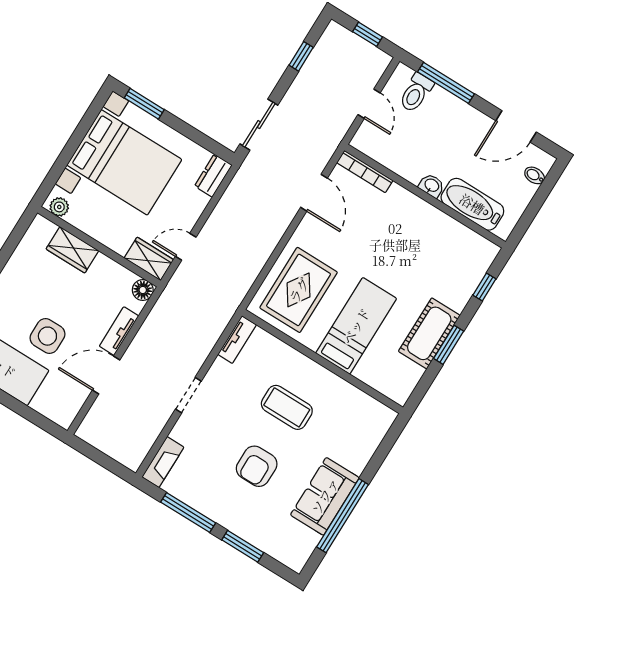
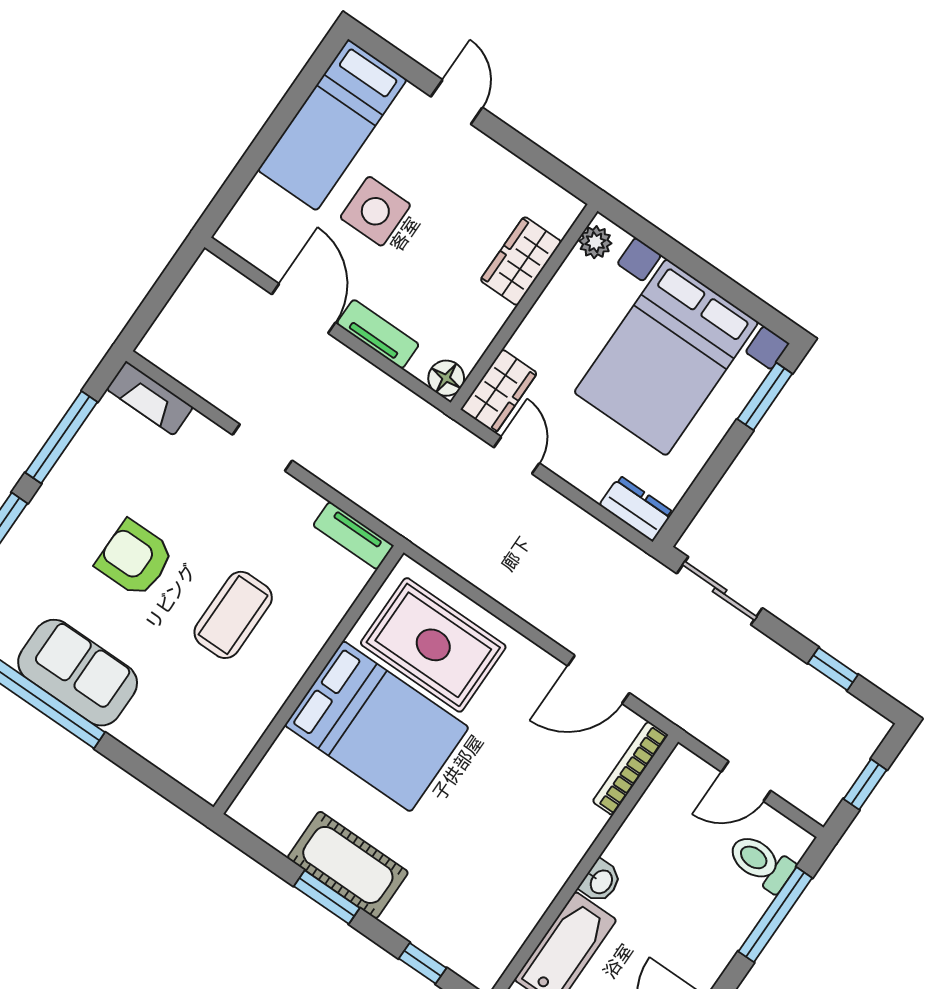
bed: (356, 326) -> (377, 726), width x1.50

